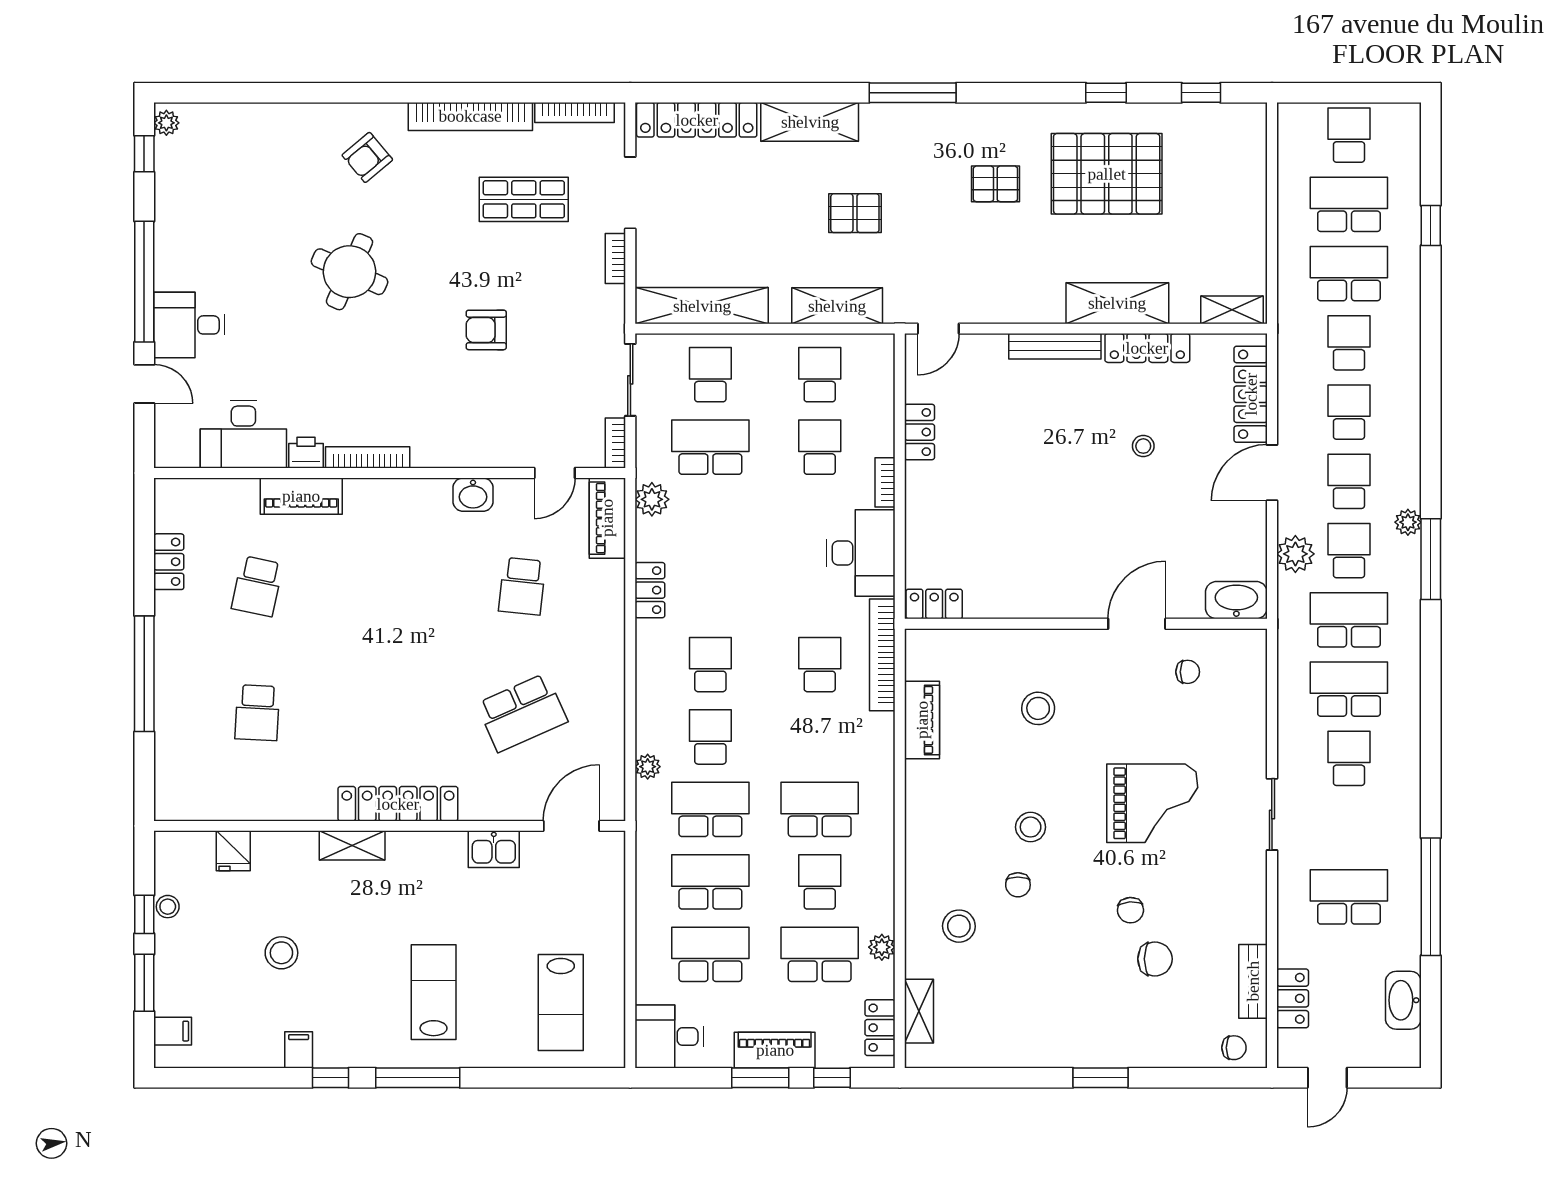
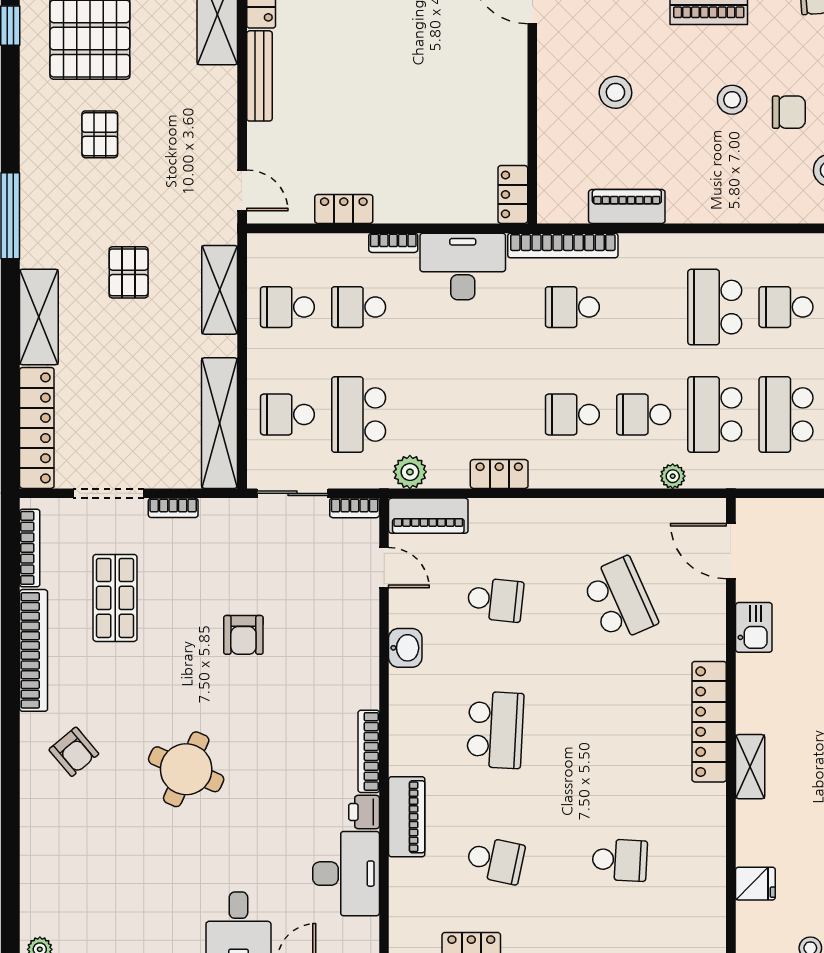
school desk: (390, 586) -> (495, 730), added
chair: (1018, 885) -> (789, 112), width x1.37, depth x1.37

